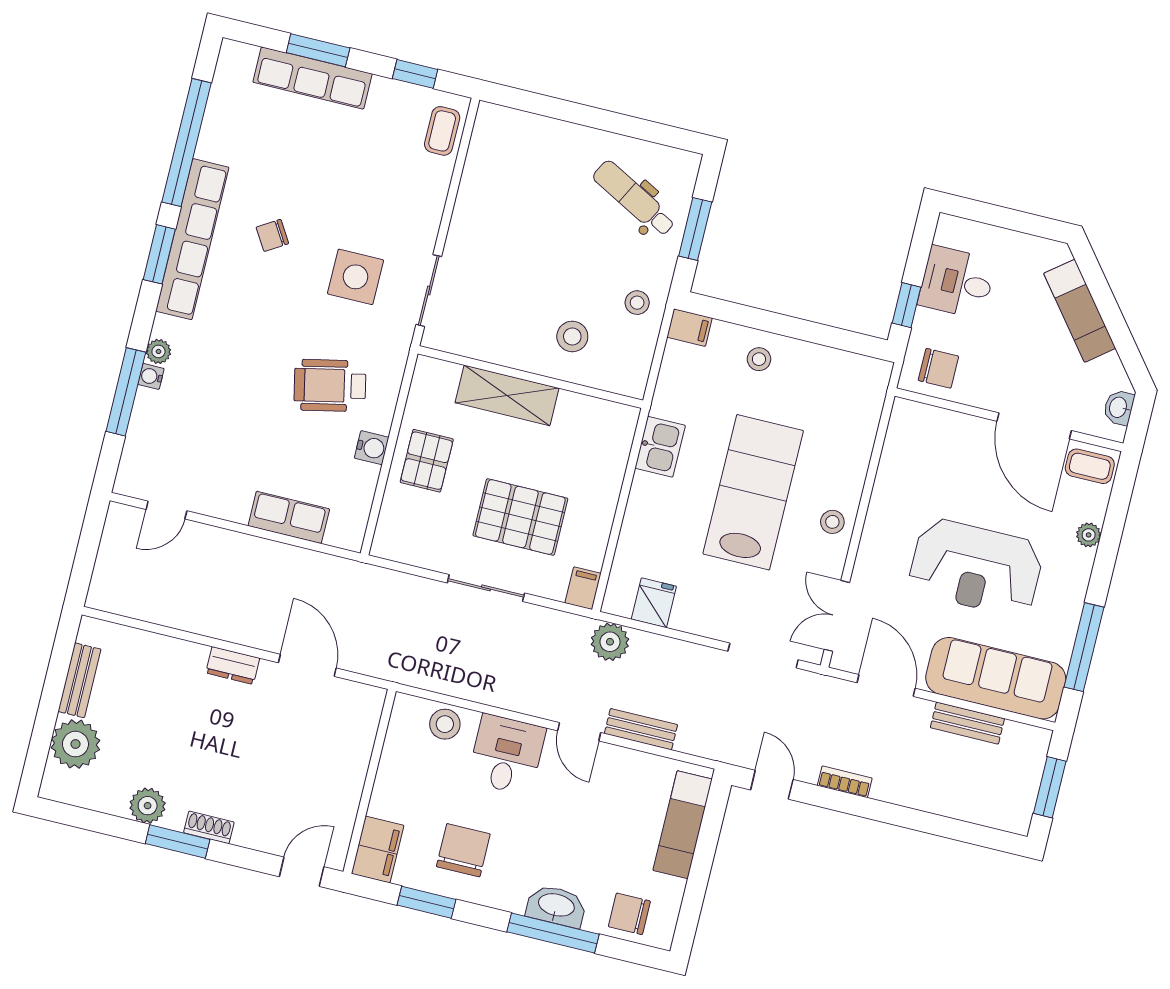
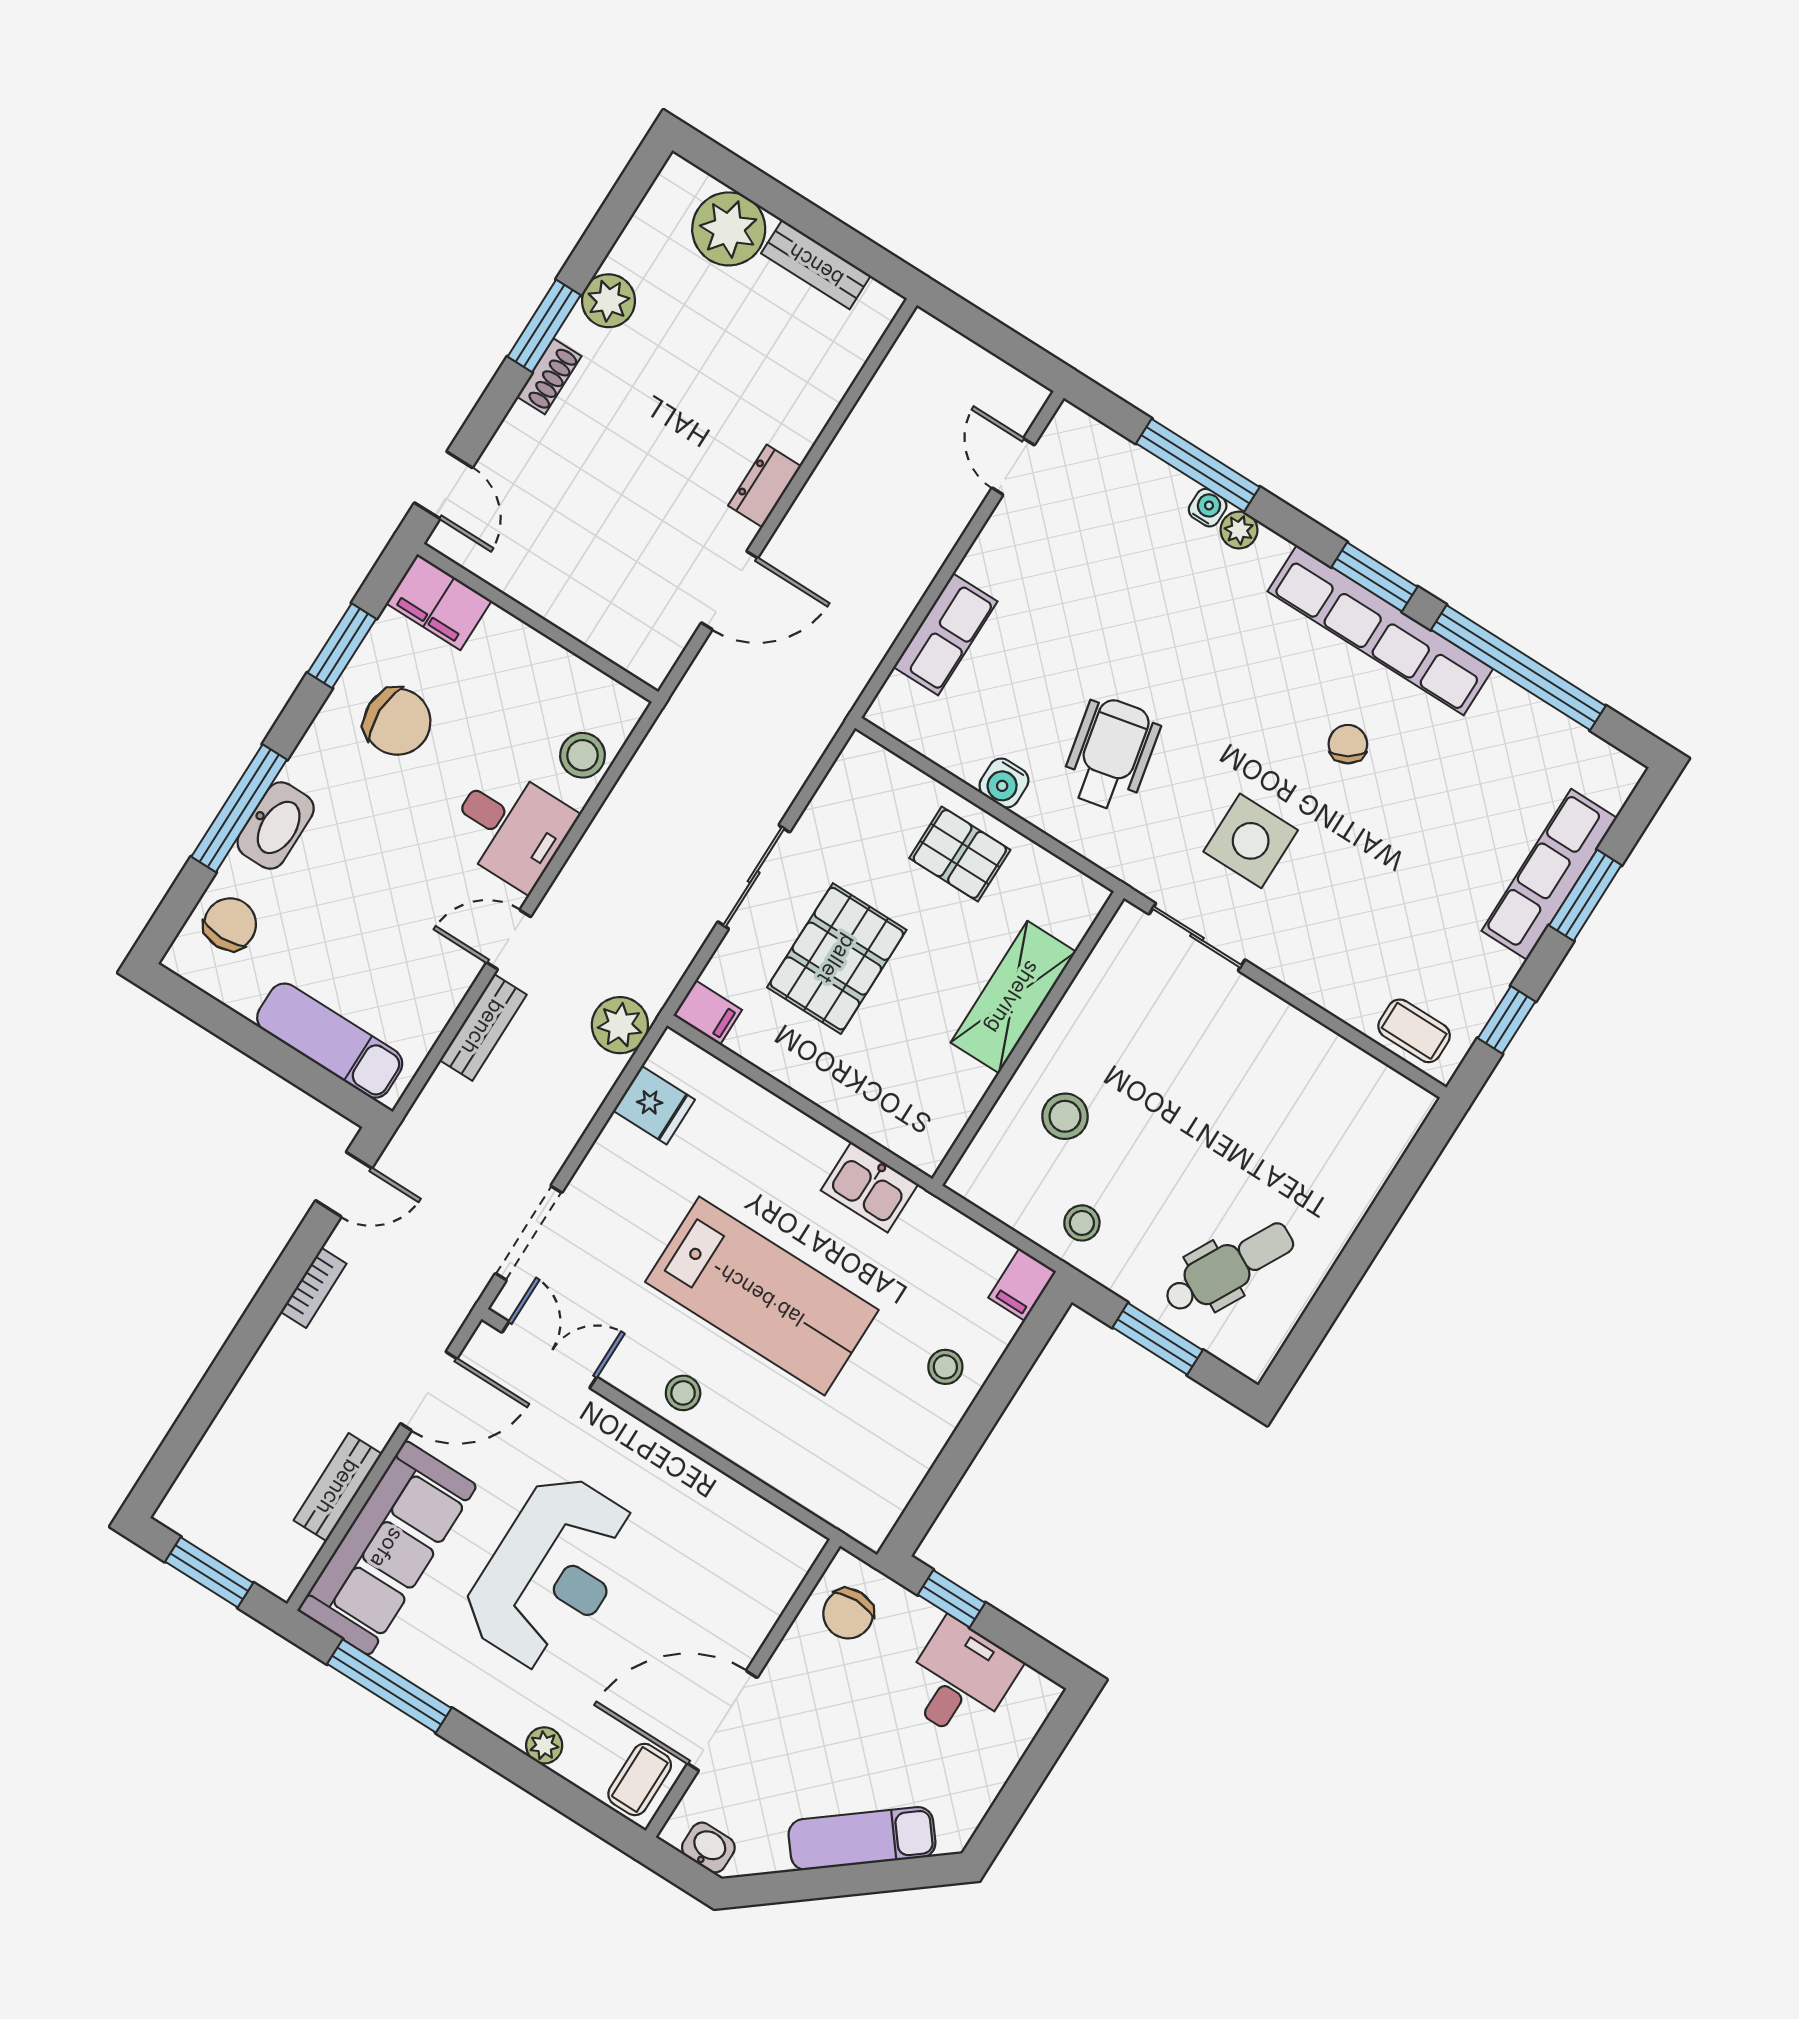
reception desk: (976, 567) -> (552, 1572), turned 180

